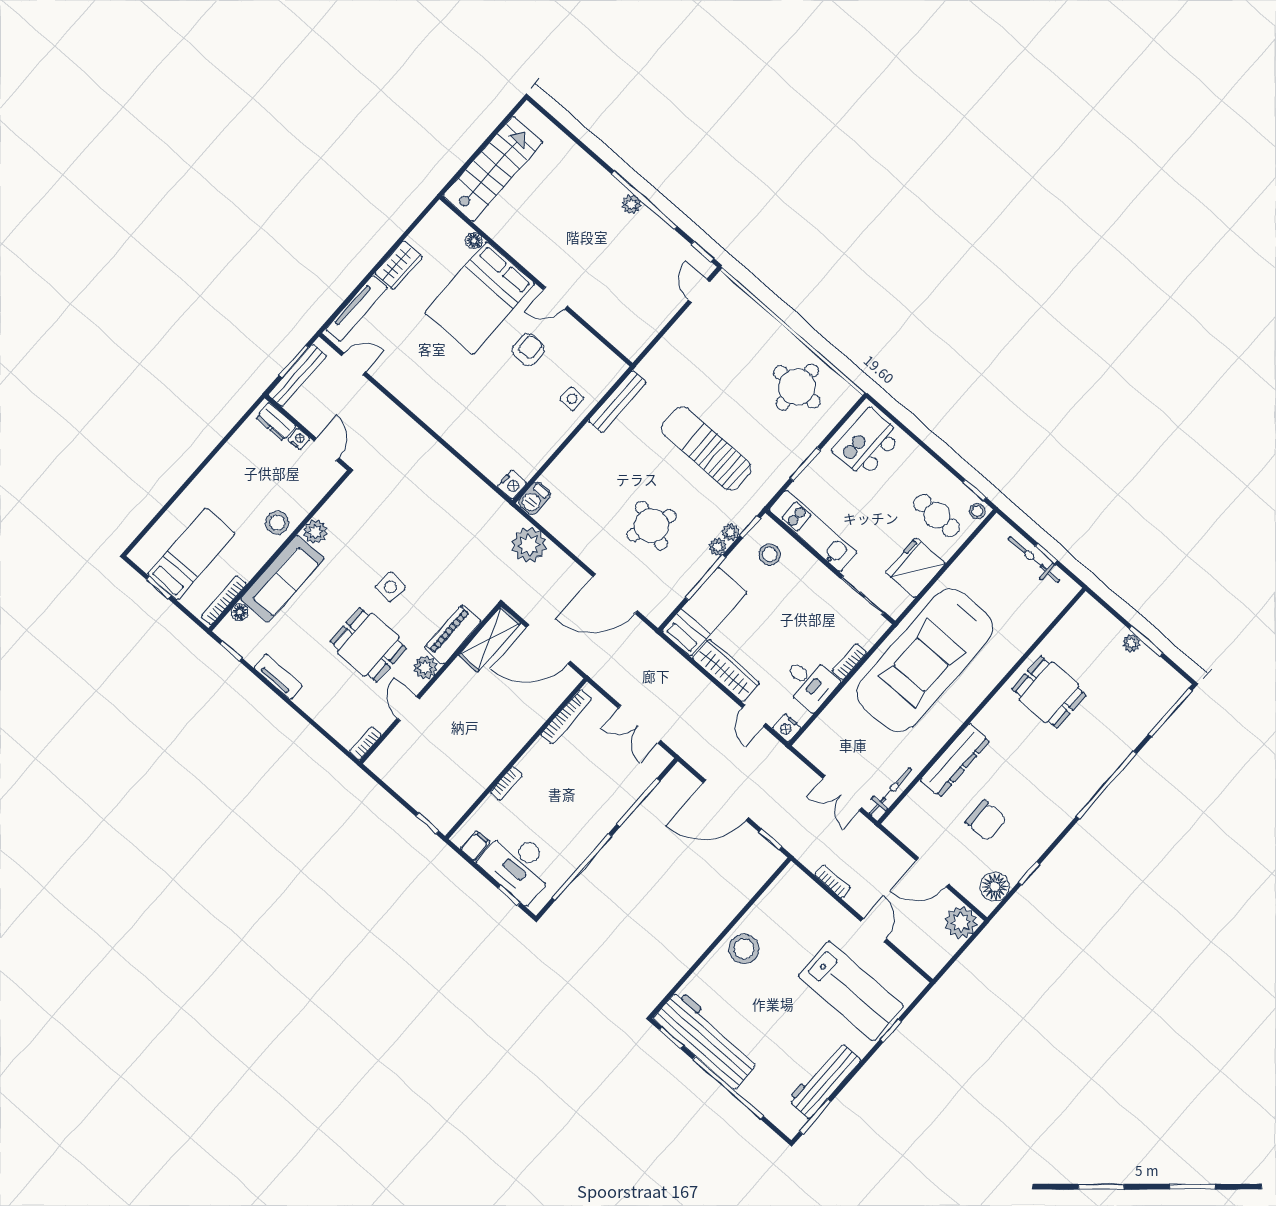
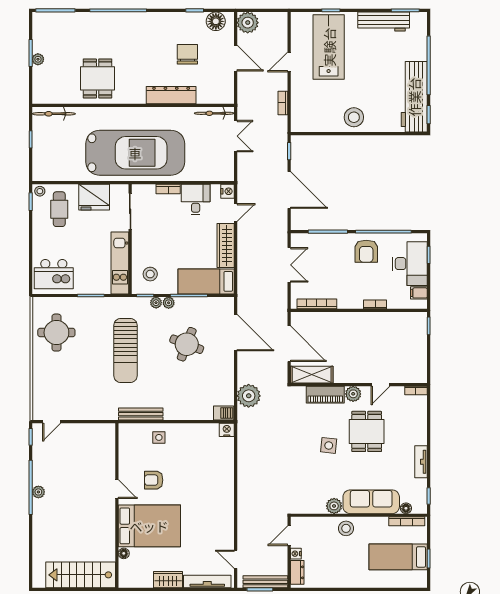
bicycle: (1034, 560) -> (54, 114), moved, turned 90
armchair: (577, 827) -> (366, 251), added

